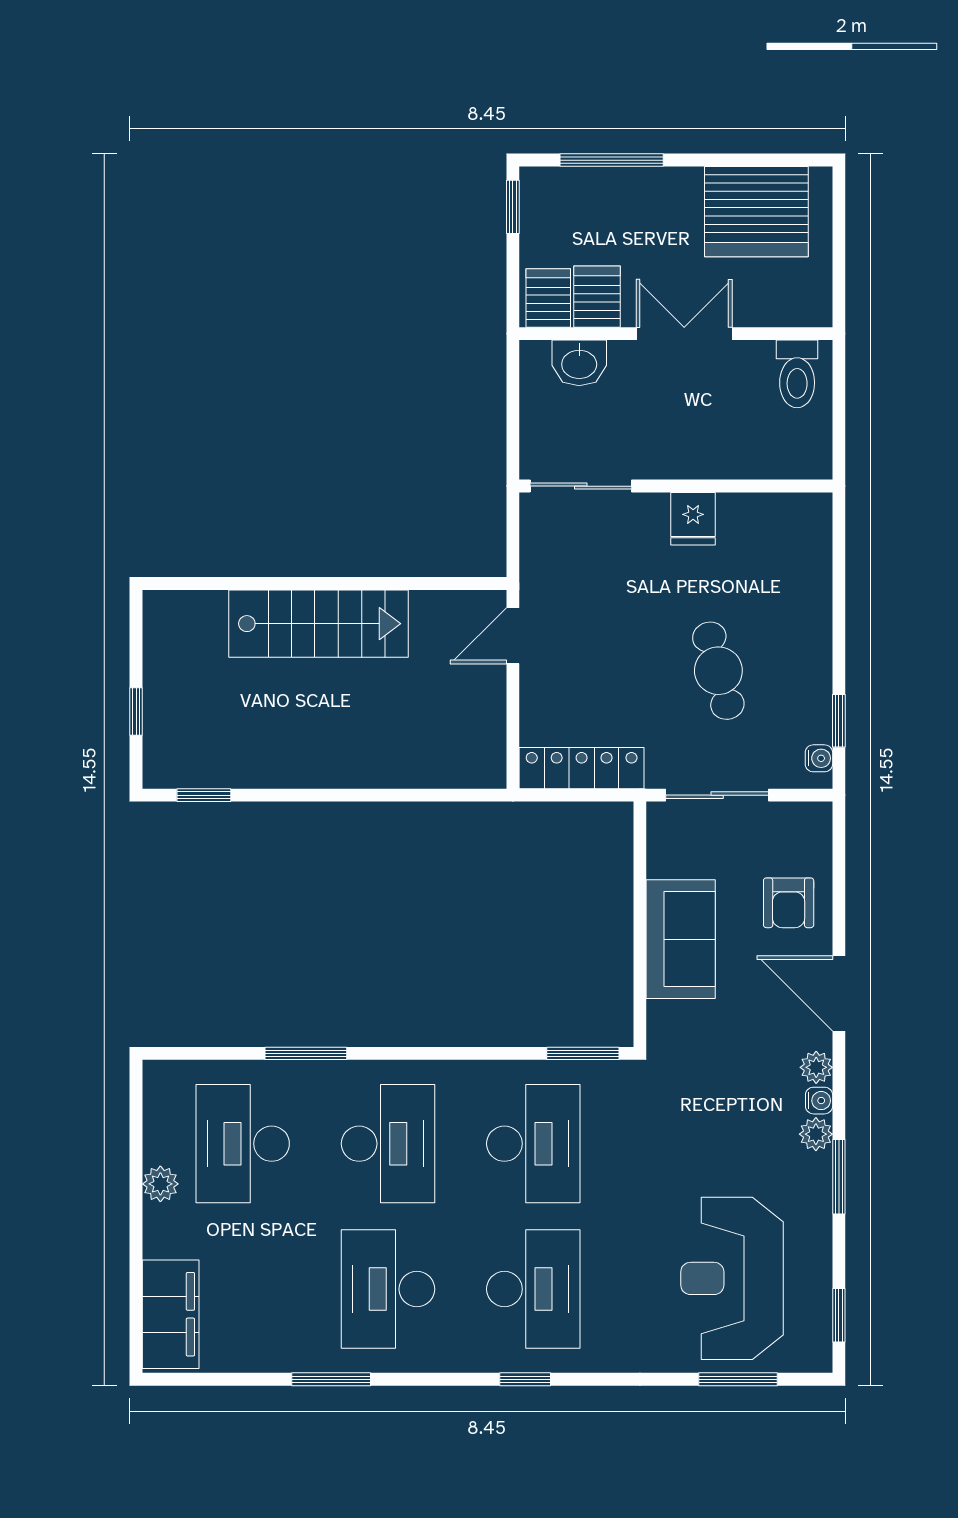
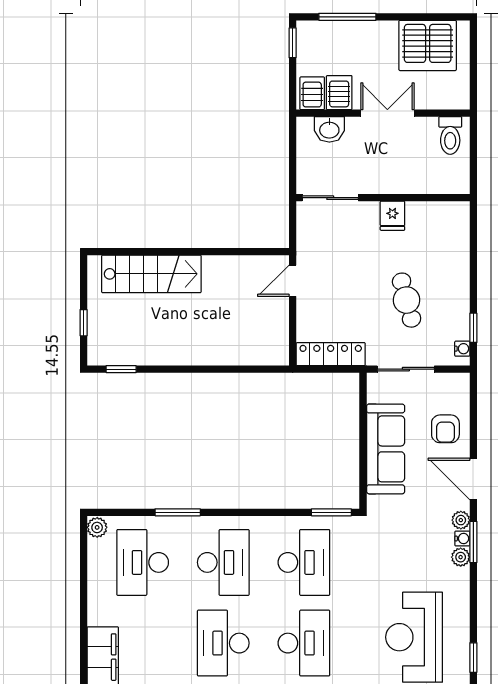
stairs: (319, 624) -> (151, 274), moved
sofa: (681, 939) -> (386, 449), width x1.36
window: (839, 1177) -> (473, 542), moved
plant: (160, 1184) -> (97, 527), moved

